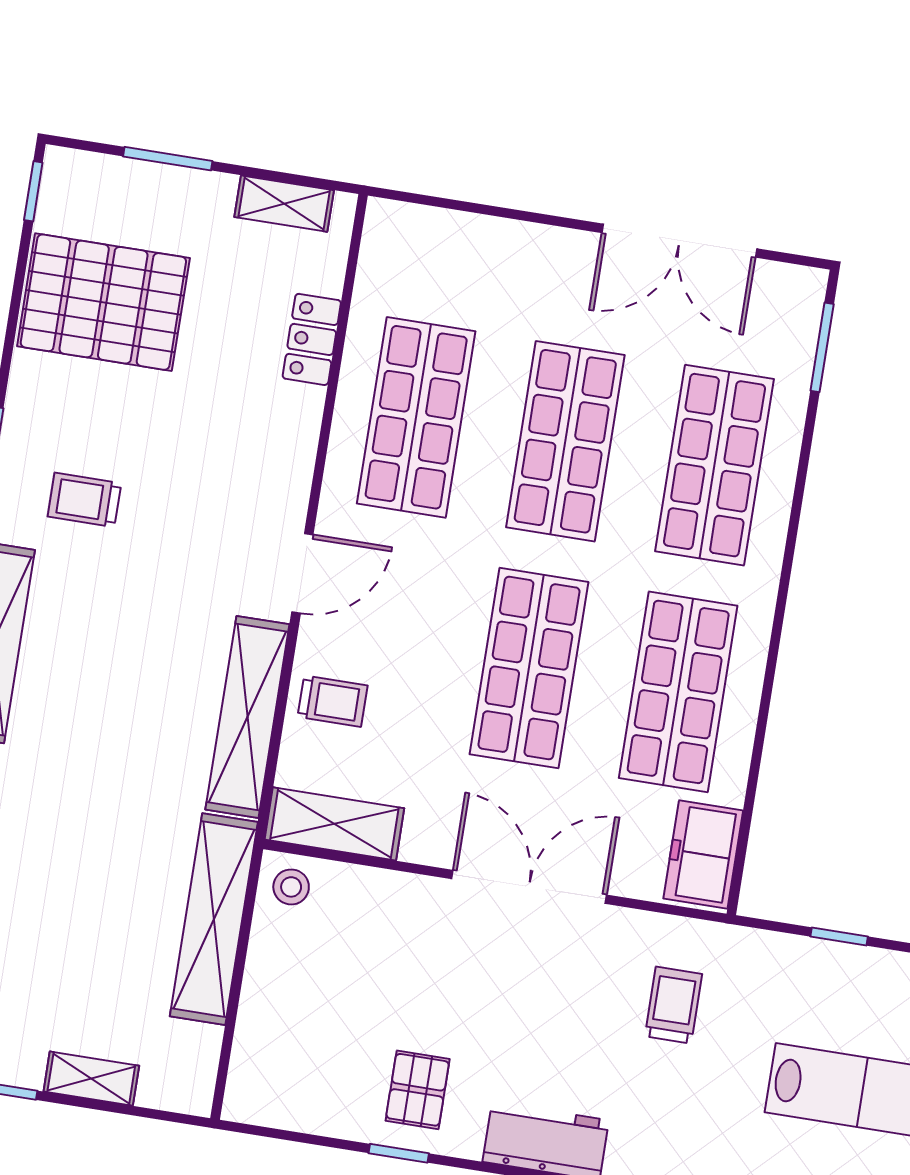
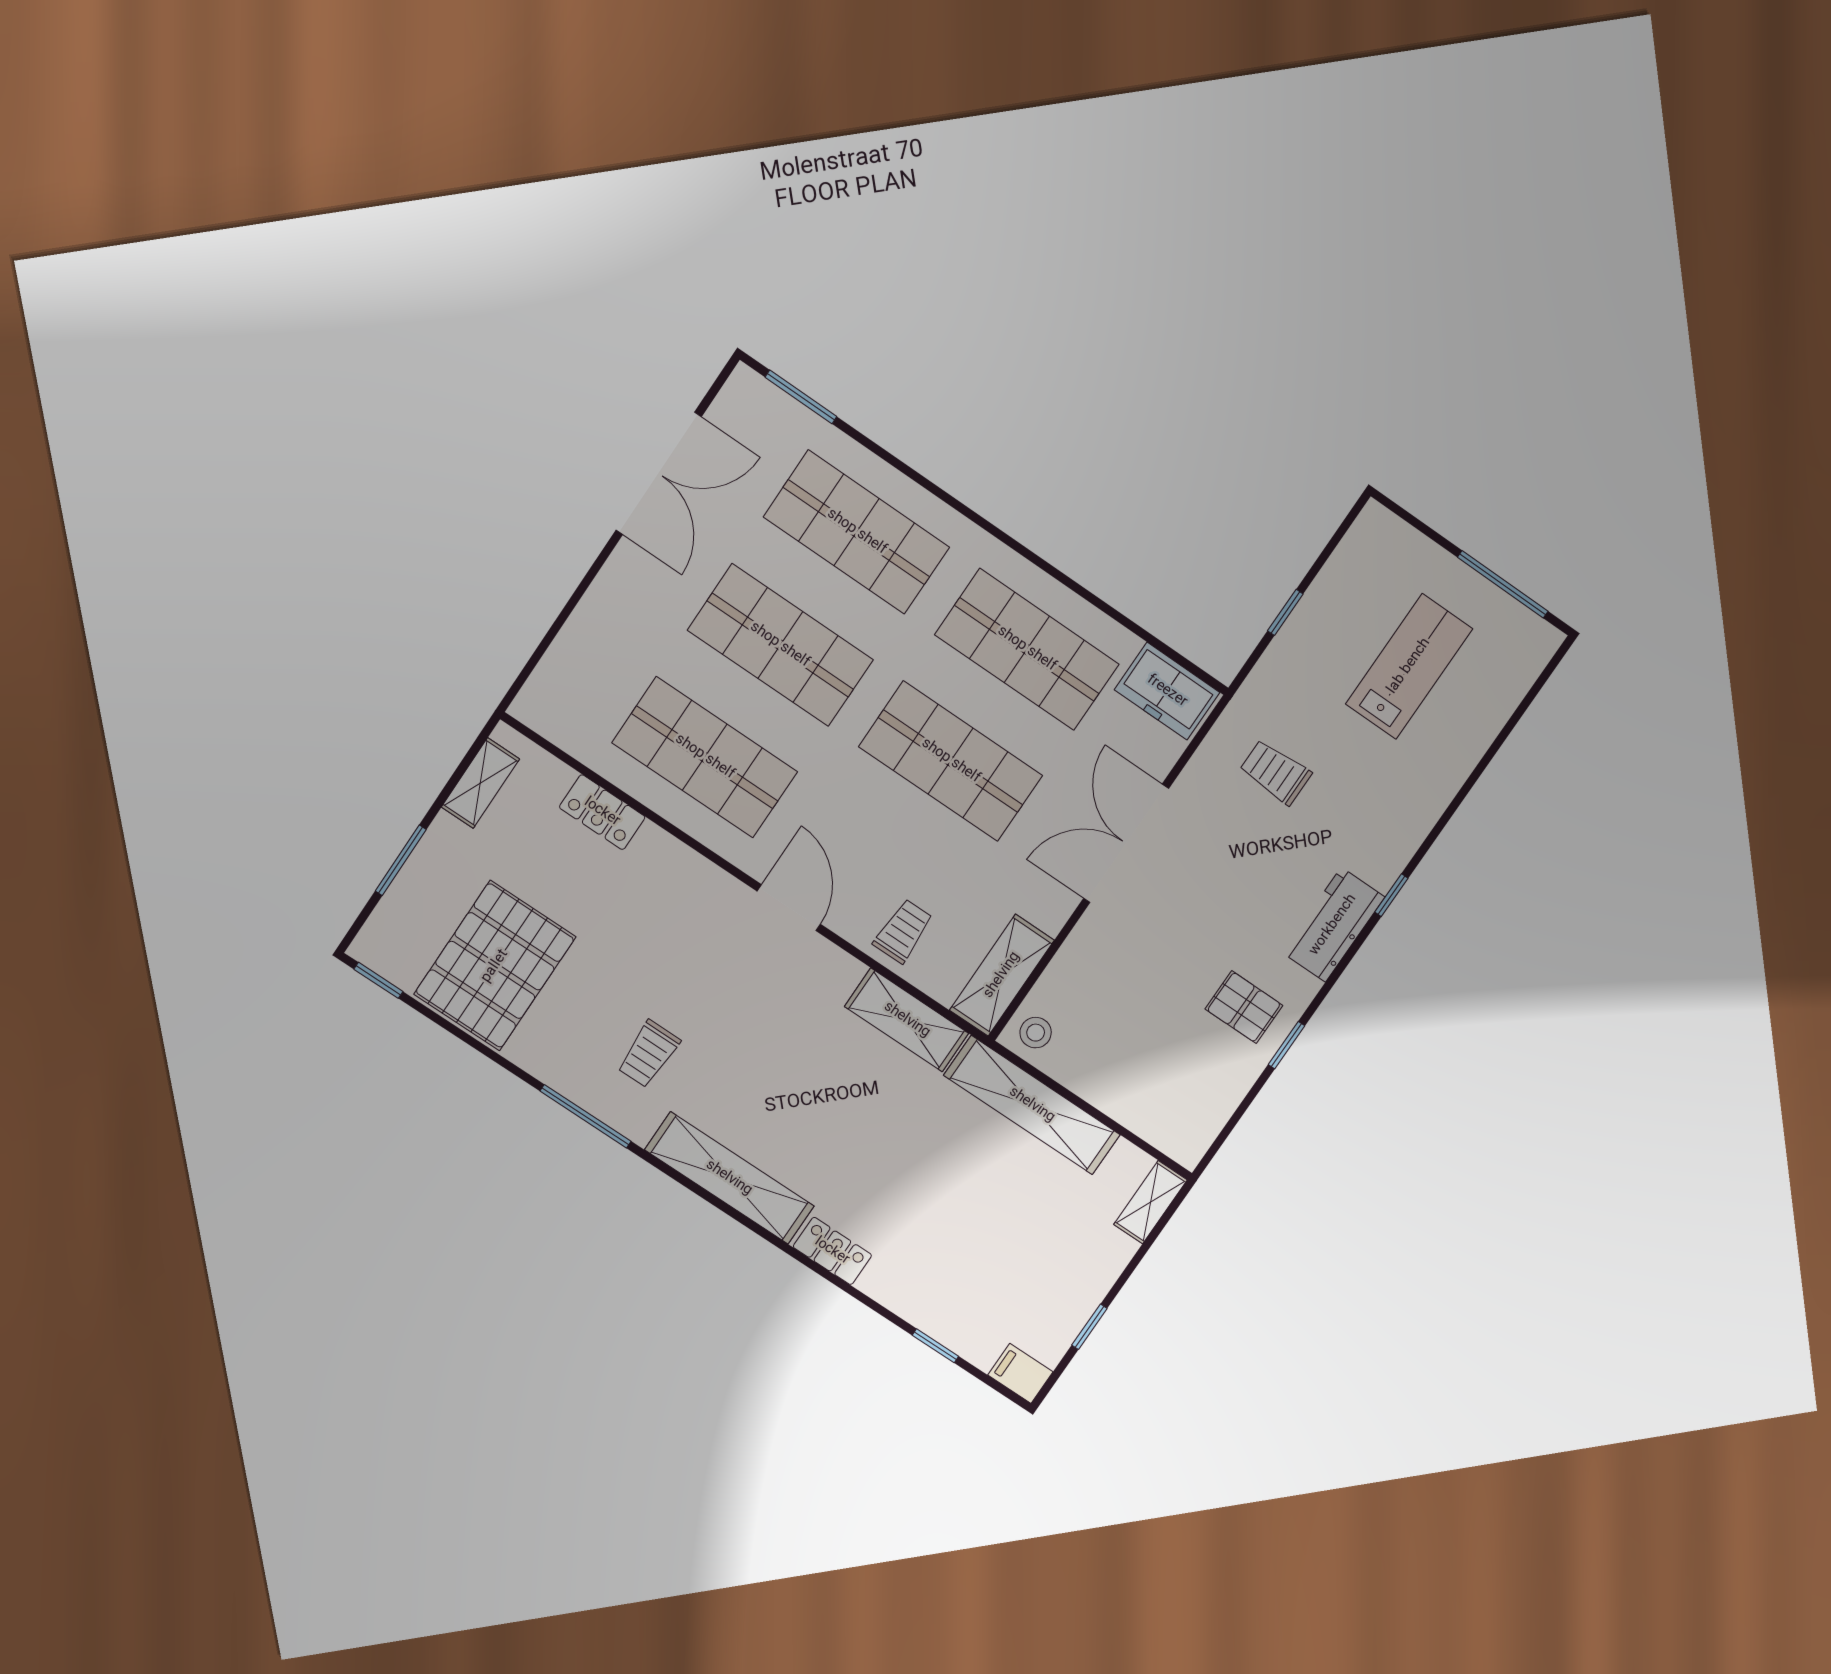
shelving: (247, 717) -> (907, 1020), width x0.68
shelving: (91, 1079) -> (1150, 1202), moved

